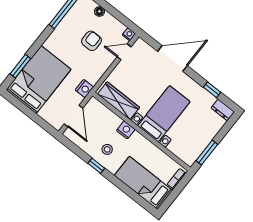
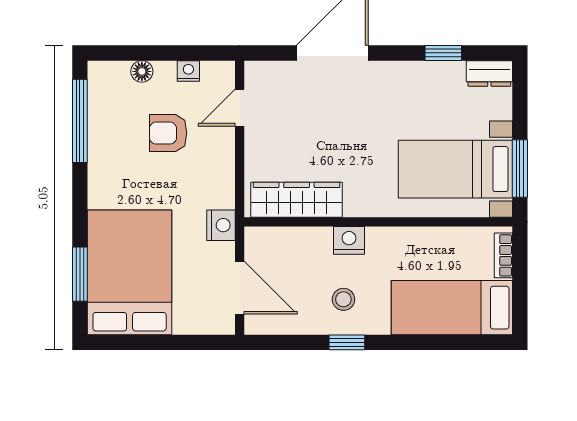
nightstand: (129, 34) -> (188, 71), moved
armchair: (91, 41) -> (168, 133), turned -90
bed with nightstands: (164, 114) -> (455, 169), moved, turned -90

